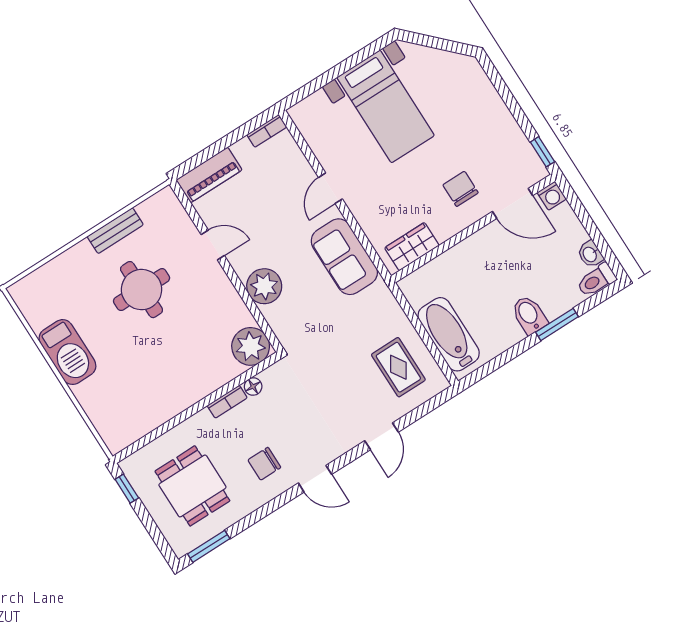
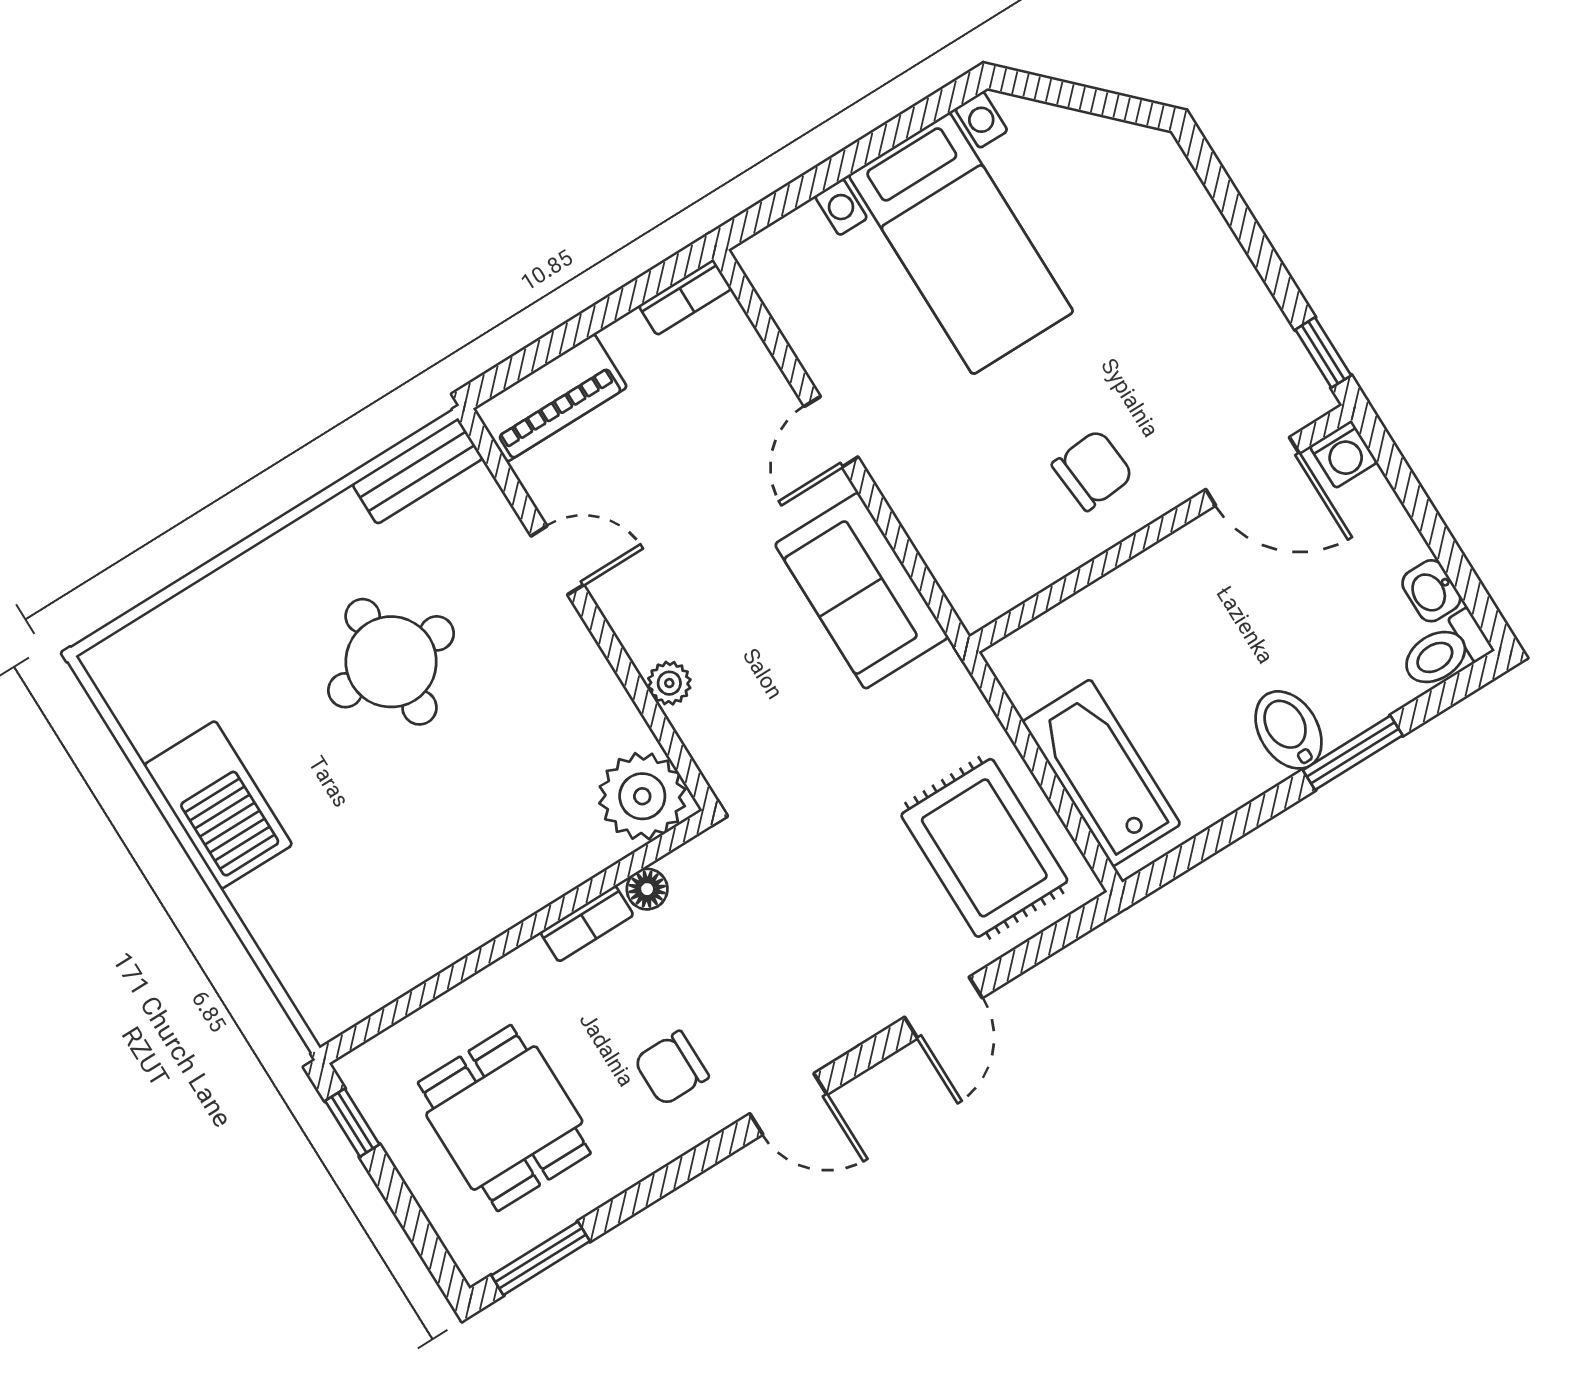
chair: (460, 189) -> (1093, 470), moved, turned 85
bench: (115, 231) -> (418, 471), moved
wardrobe: (412, 247) -> (1018, 569), removed
plant: (264, 286) -> (669, 683), width x0.53, depth x0.53
rug: (398, 367) -> (984, 848), width x1.36, depth x1.43

